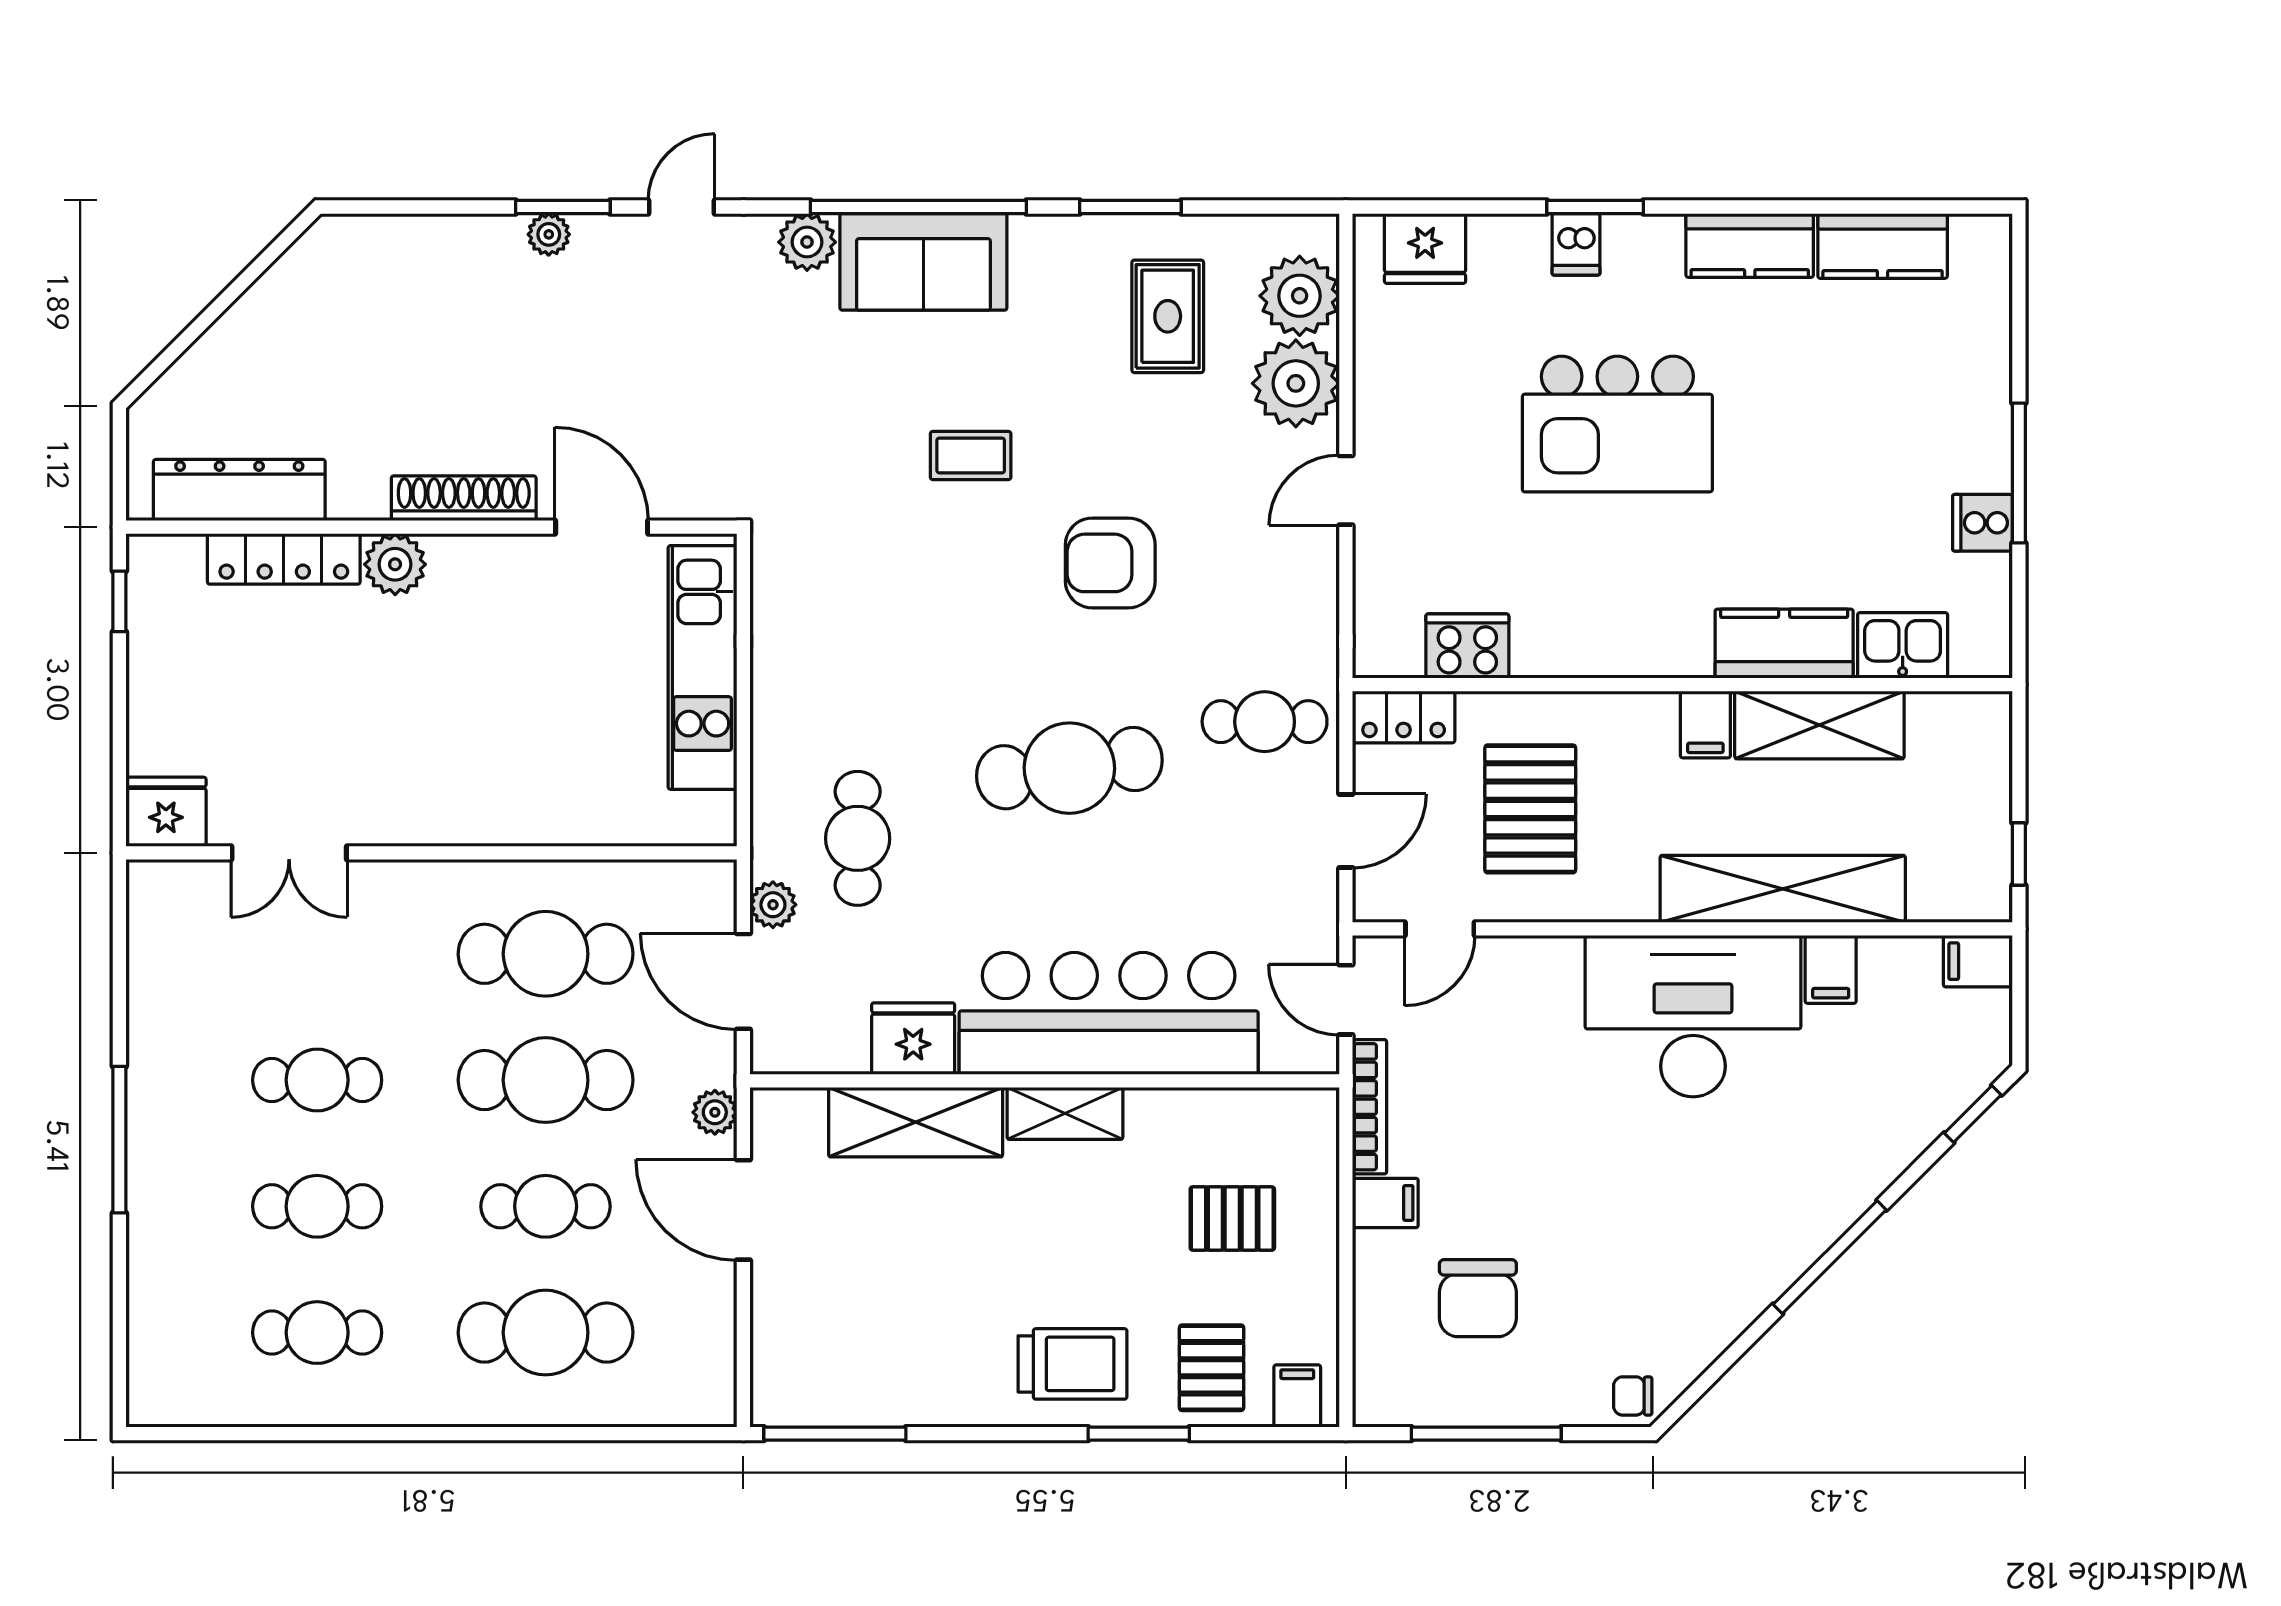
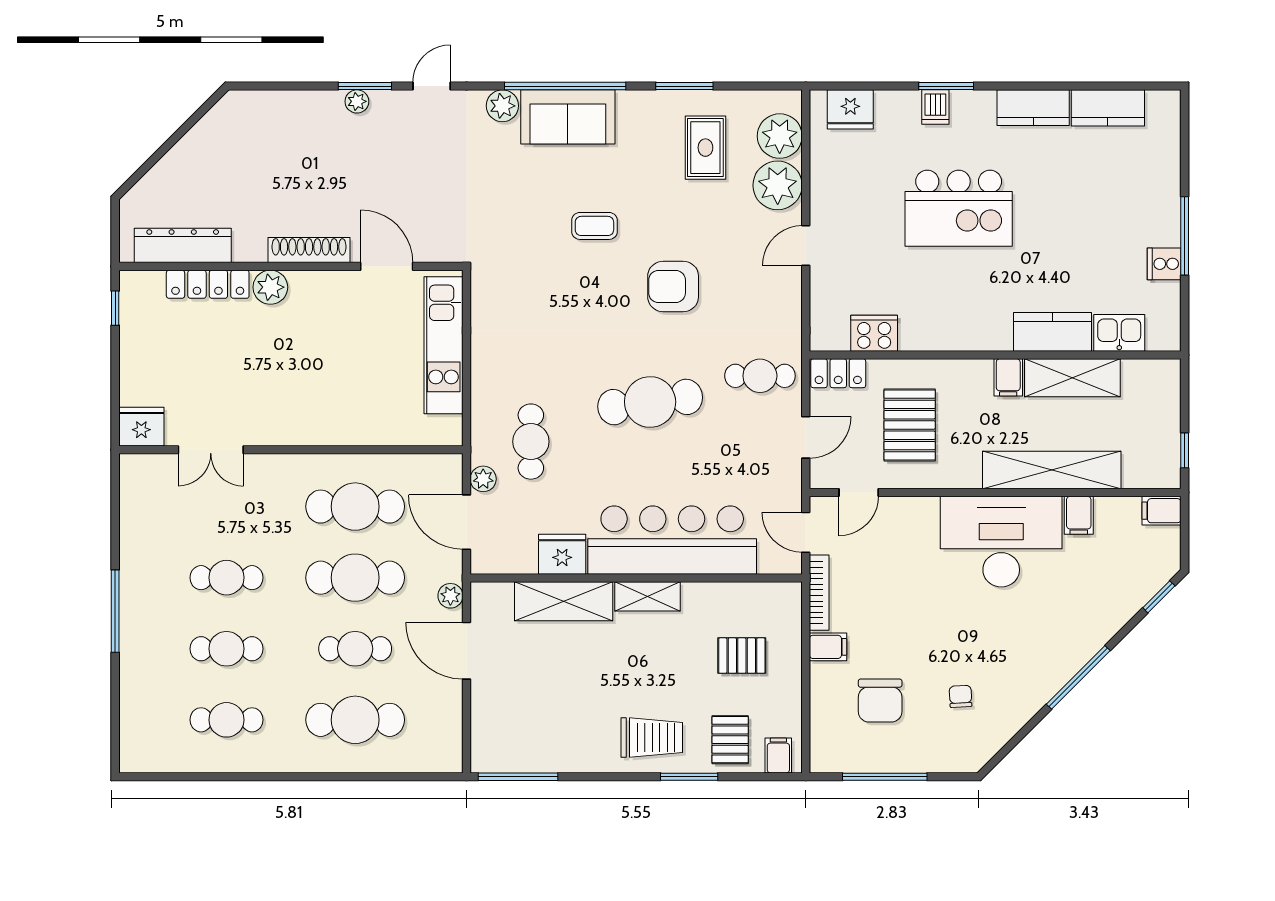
chair: (1633, 1396) -> (961, 696), moved, turned 87

